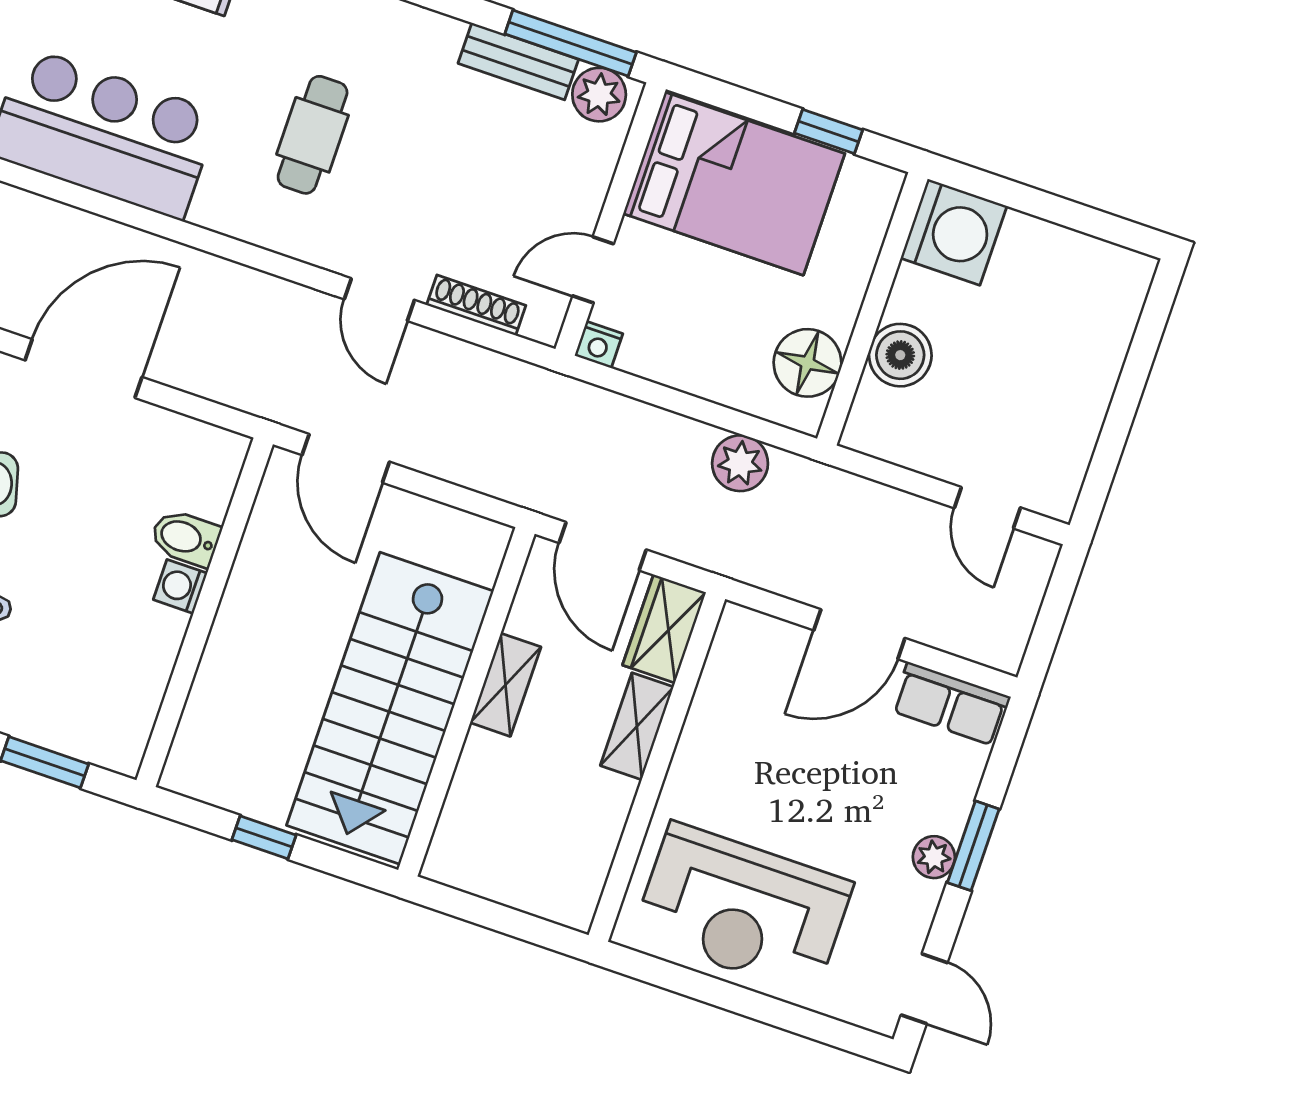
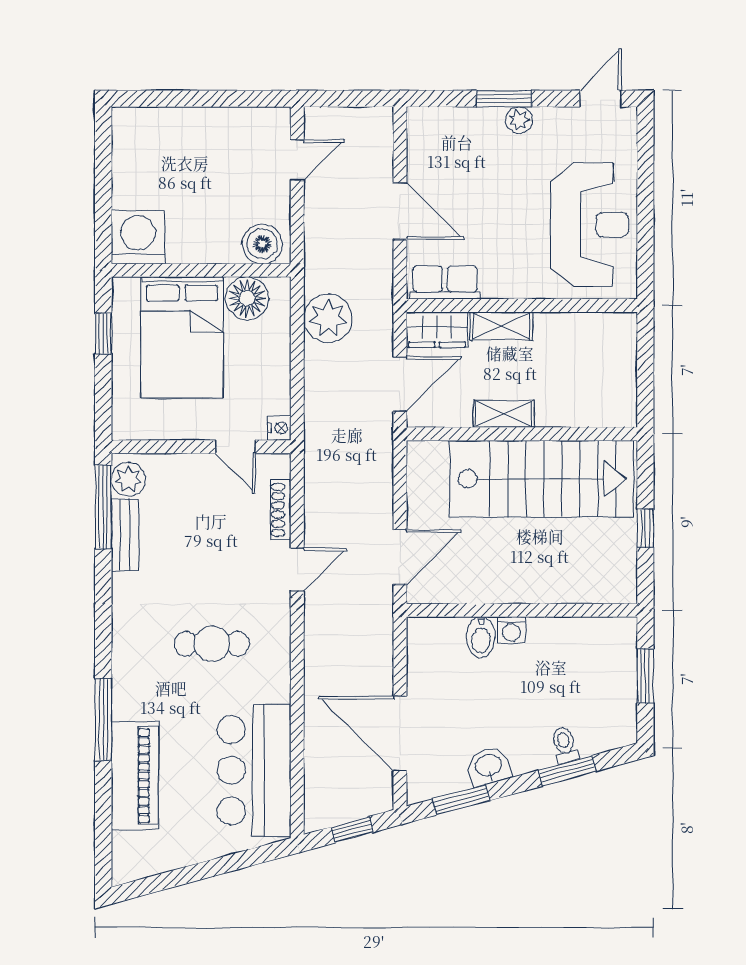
bed: (734, 184) -> (182, 337), moved, turned 180
boiler: (900, 355) -> (262, 244), moved
plant: (740, 463) -> (328, 318), width x1.36, depth x1.36
row of seats: (951, 704) -> (445, 283), moved, turned -90

